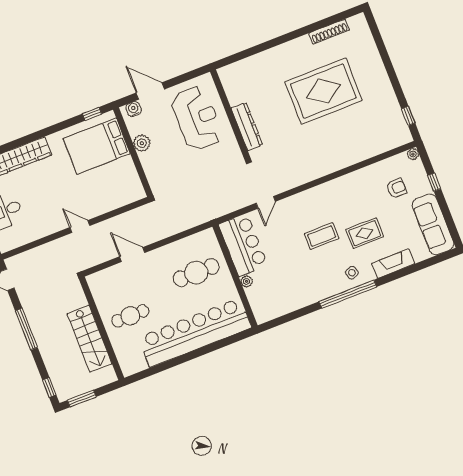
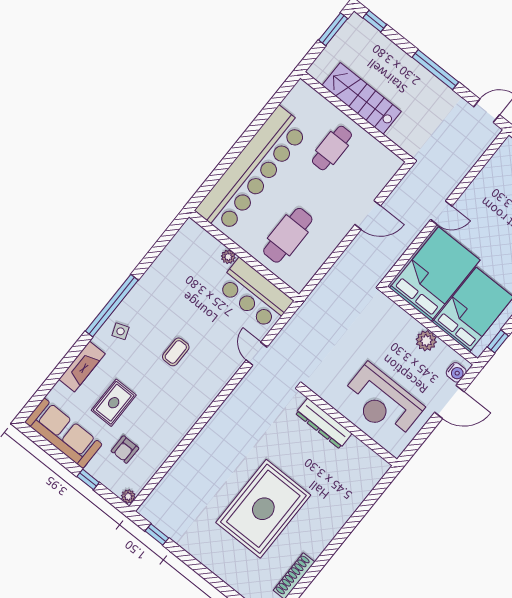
bed: (109, 186) -> (435, 274), added
rug: (365, 233) -> (114, 403), moved
coffee table: (322, 236) -> (176, 352), width x0.73, depth x0.77

